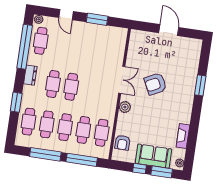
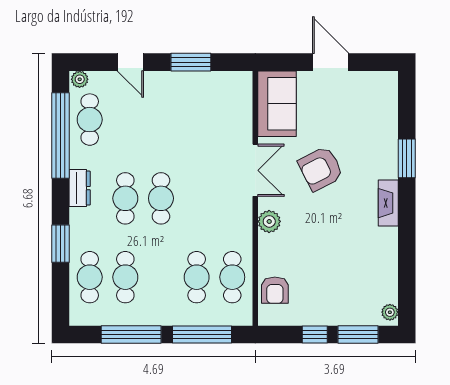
cafe table: (65, 127) -> (161, 277), removed
fireplace: (183, 136) -> (388, 203), moved
sofa: (153, 156) -> (277, 104), moved, turned 90

